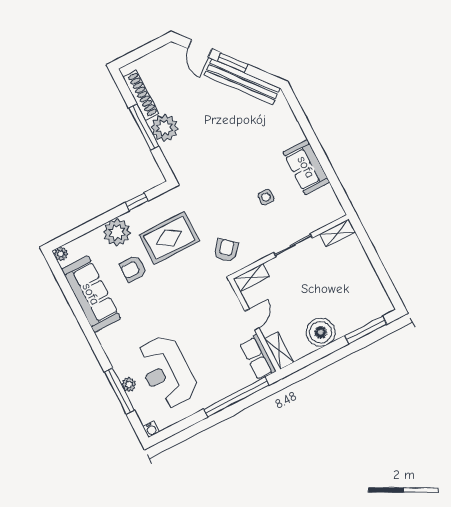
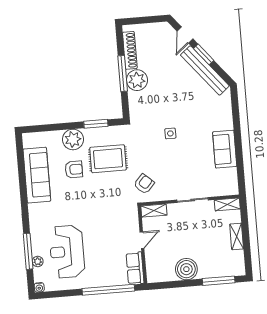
side table: (266, 197) -> (170, 133), moved
window: (137, 202) -> (96, 124), width x1.50
plant: (61, 254) -> (27, 138), removed
armchair: (133, 268) -> (74, 169), turned 180
shelving: (279, 351) -> (237, 236), moved
plant: (129, 384) -> (38, 261), moved

